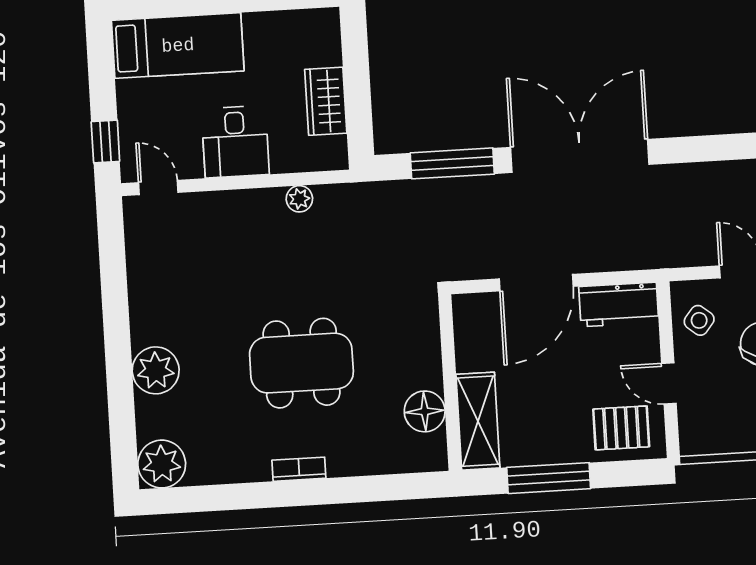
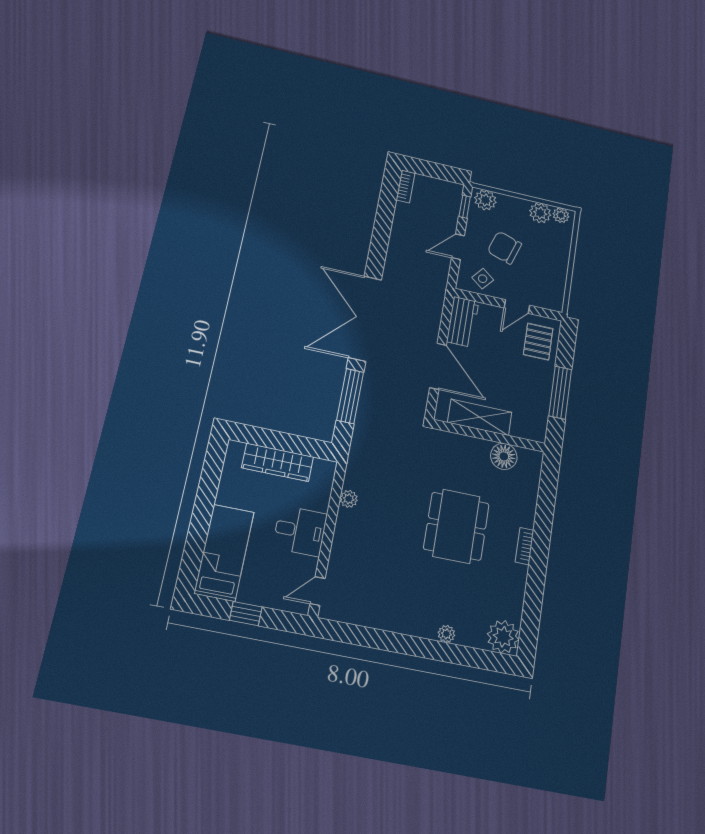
wardrobe: (326, 101) -> (278, 462), width x1.50
window: (105, 142) -> (246, 614), moved
plant: (156, 370) -> (446, 634), width x0.53, depth x0.53
shelving: (478, 421) -> (480, 417), moved

